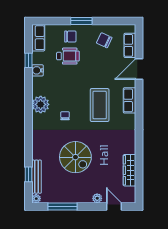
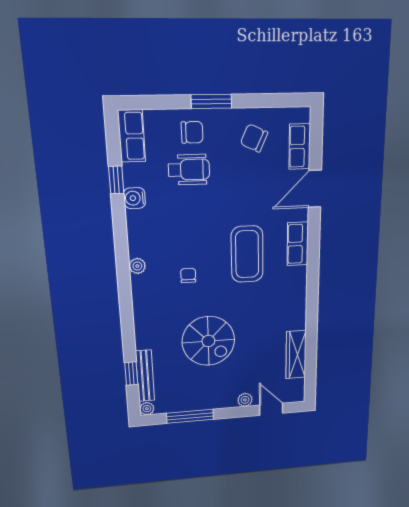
plant: (41, 104) -> (137, 266), width x0.53, depth x0.53

